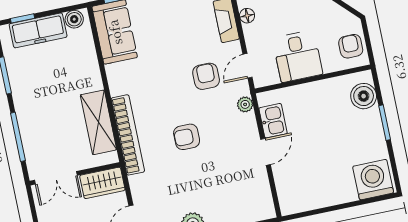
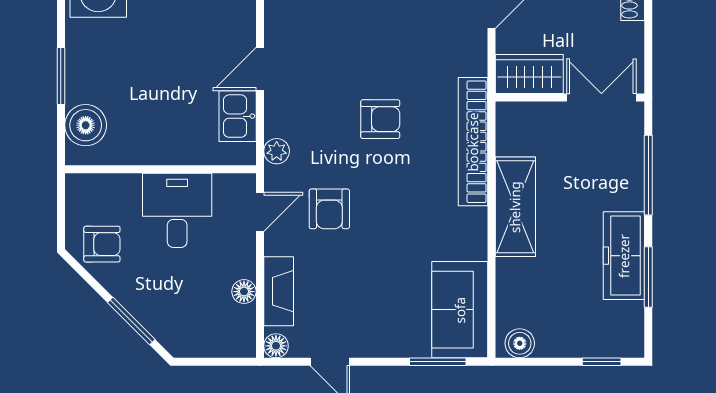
freezer: (38, 30) -> (624, 256), moved, turned -90
armchair: (351, 46) -> (102, 244), moved, turned -90
shelving: (98, 122) -> (515, 207), moved

